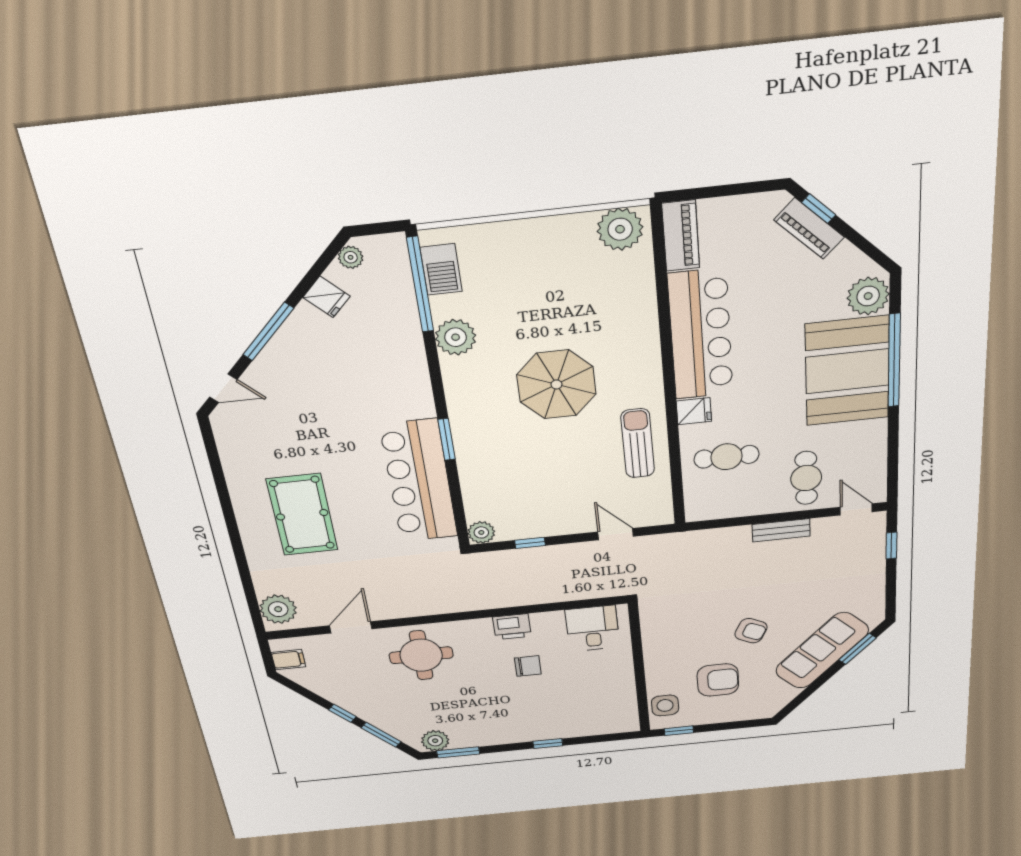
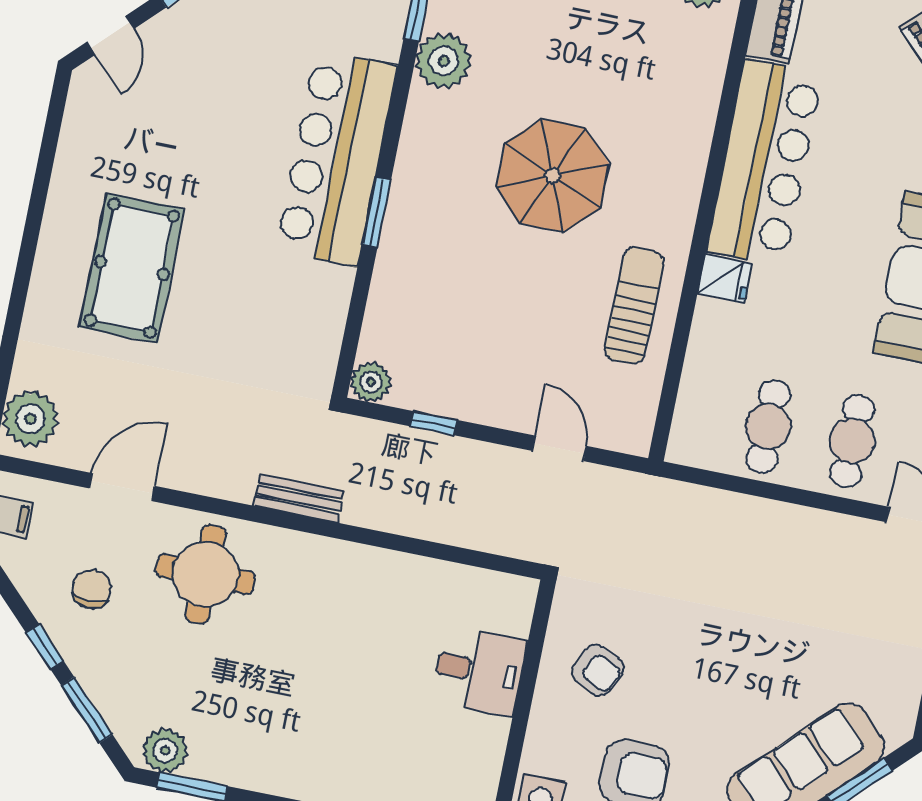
door: (223, 388) -> (111, 35), hinge flipped
cafe table: (727, 457) -> (768, 426), moved, turned 90
bar counter: (419, 481) -> (337, 158), moved
bench: (781, 530) -> (299, 498), moved
printer: (512, 627) -> (358, 566), removed
desk: (592, 628) -> (479, 671), moved, turned 90
armchair: (751, 631) -> (598, 670), moved
chair: (528, 666) -> (91, 589), moved, turned -90

